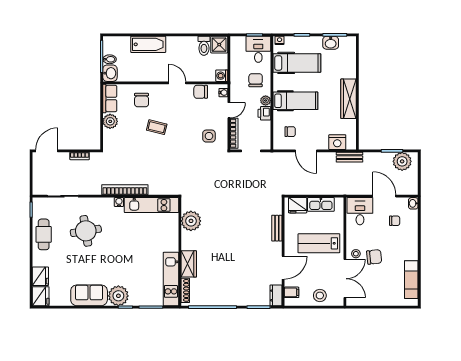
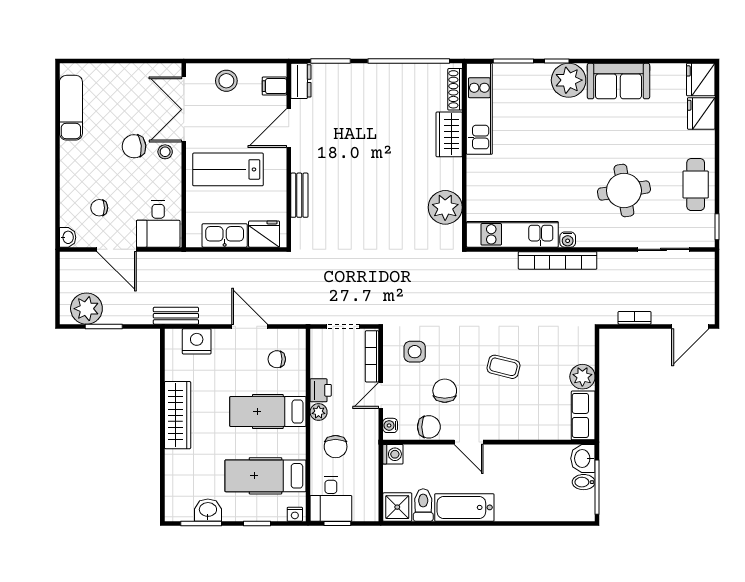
bathtub: (148, 44) -> (464, 507), moved
chair: (142, 100) -> (445, 391), moved
lab bench: (319, 243) -> (228, 169), turned 180

